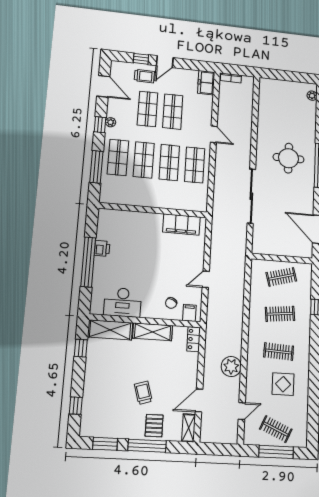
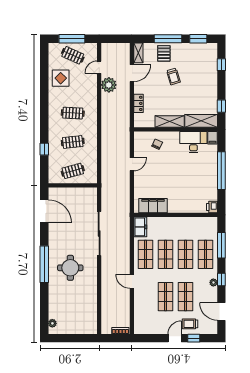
freezer: (206, 83) -> (140, 227), moved
printer: (102, 248) -> (212, 207), moved
filing cabinet: (189, 313) -> (212, 138), moved
locker: (194, 339) -> (138, 103), moved
plant: (231, 367) -> (109, 85), moved
display table: (283, 384) -> (61, 78), moved

